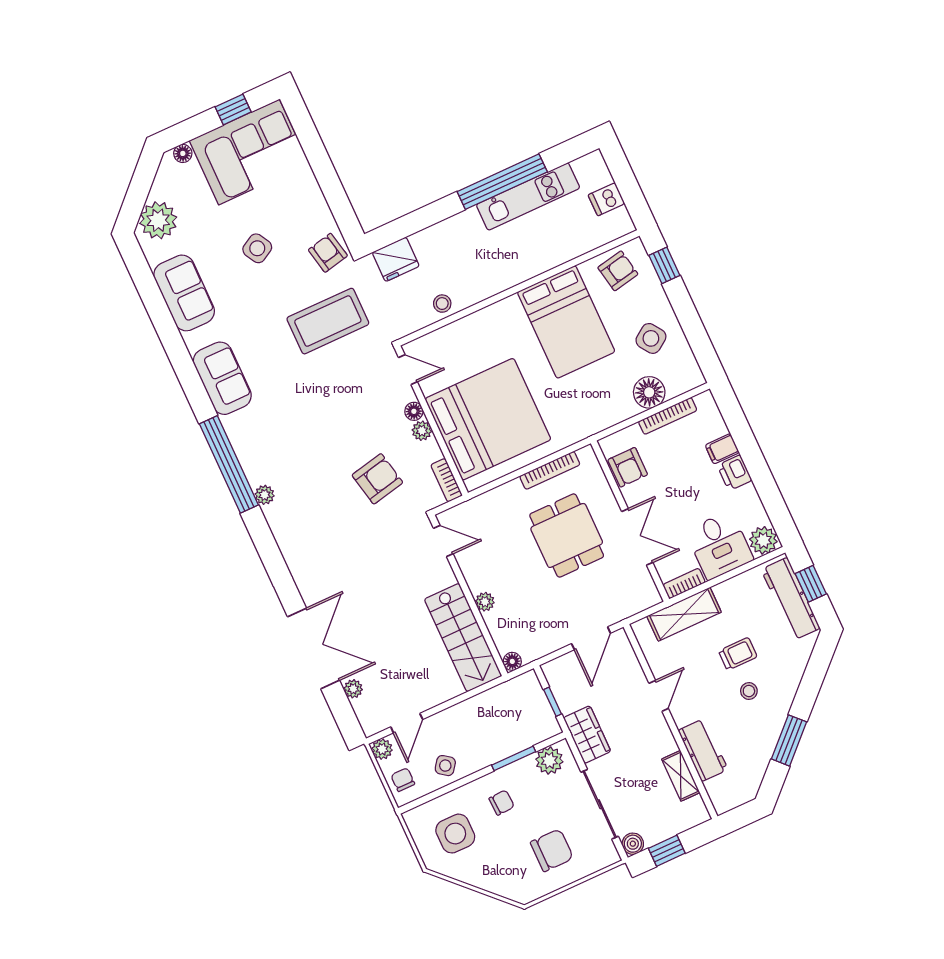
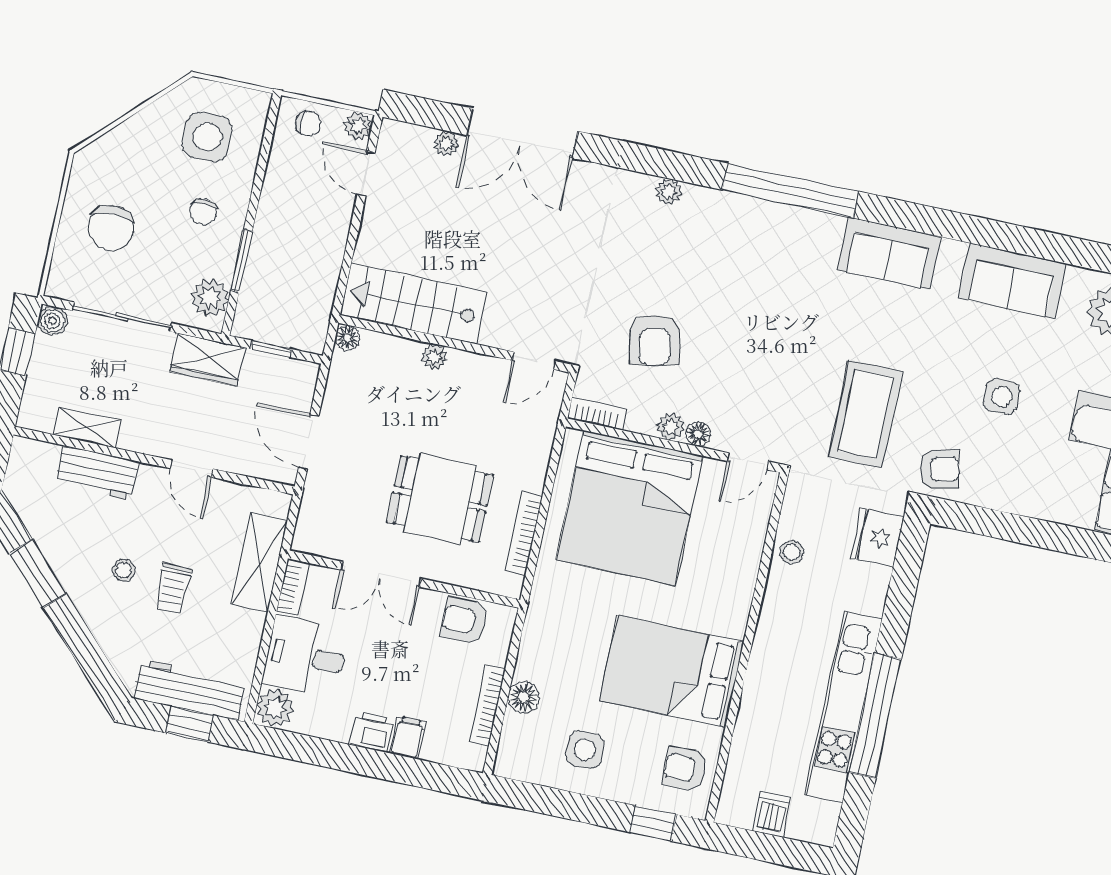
kitchen unit: (528, 196) -> (844, 707), width x1.36
side table: (257, 248) -> (1001, 396), turned 30
armchair: (618, 271) -> (685, 769), turned 101
side table: (651, 338) -> (585, 750), turned 35
floor lamp: (649, 392) -> (523, 697), width x0.73, depth x0.73
plant: (265, 495) -> (668, 192), moved
side table: (445, 766) -> (289, 181), removed

